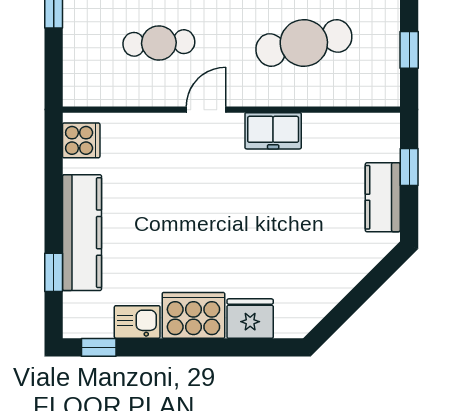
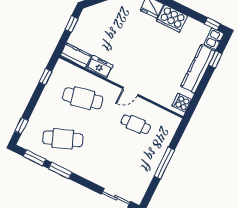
freezer: (273, 131) -> (100, 67), moved
window: (409, 167) -> (71, 24), moved
kitchen counter: (383, 197) -> (76, 55), moved, turned -90
kitchen sink: (137, 322) -> (214, 39), moved, turned 90

